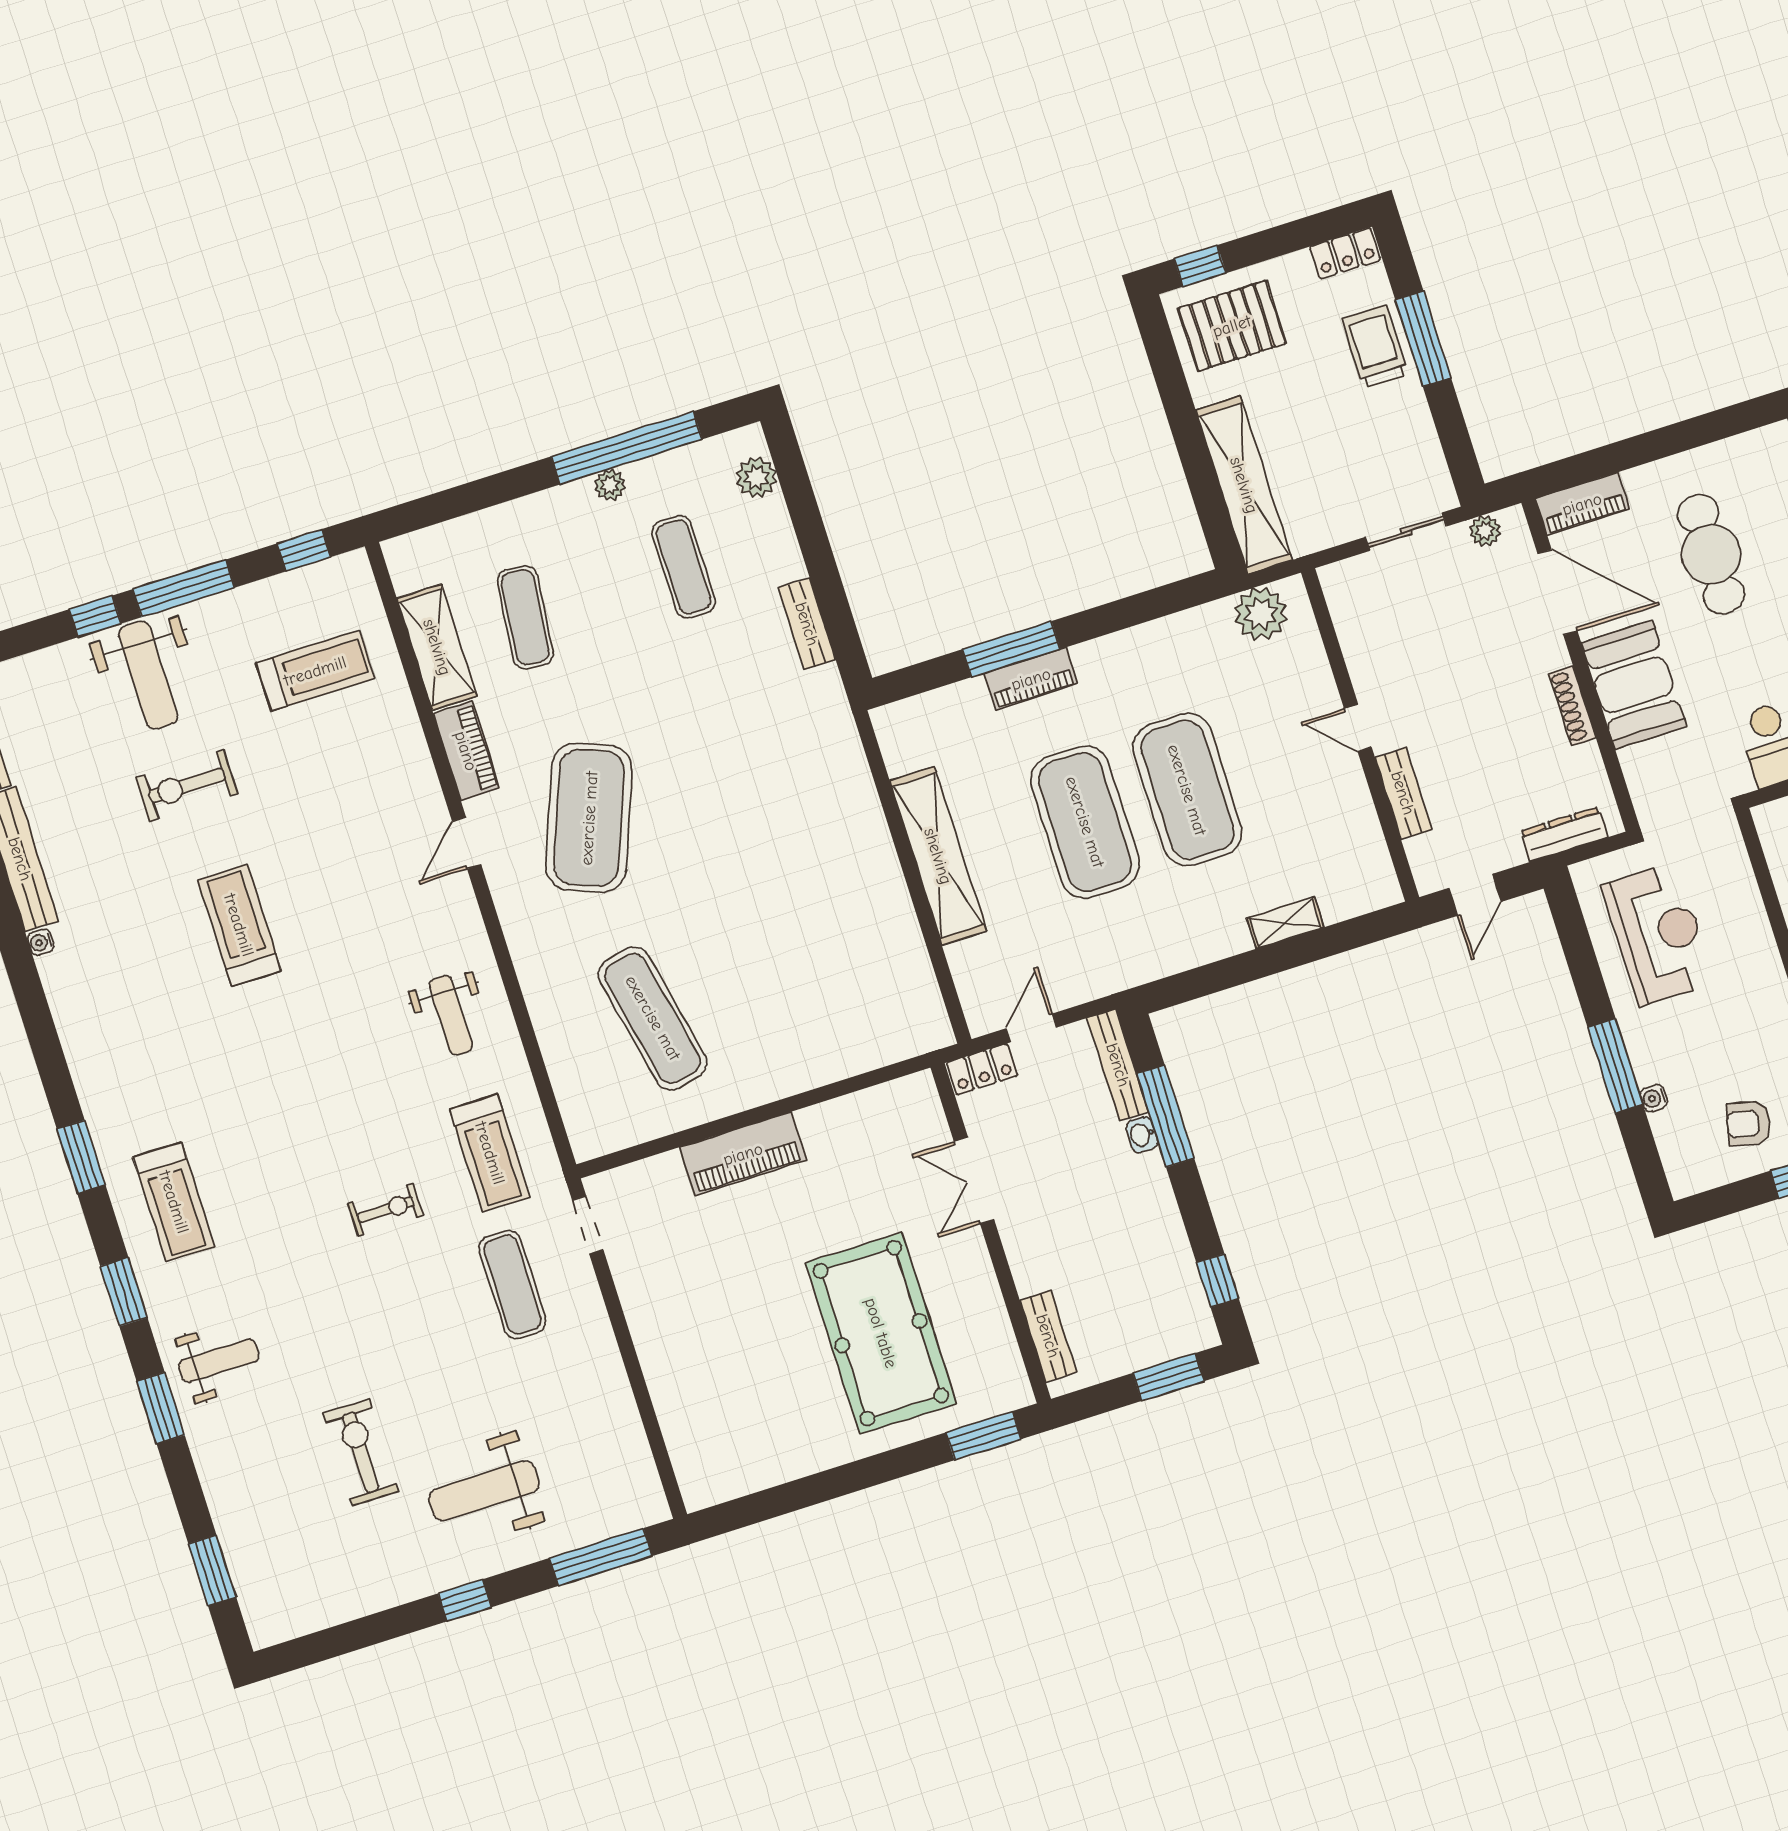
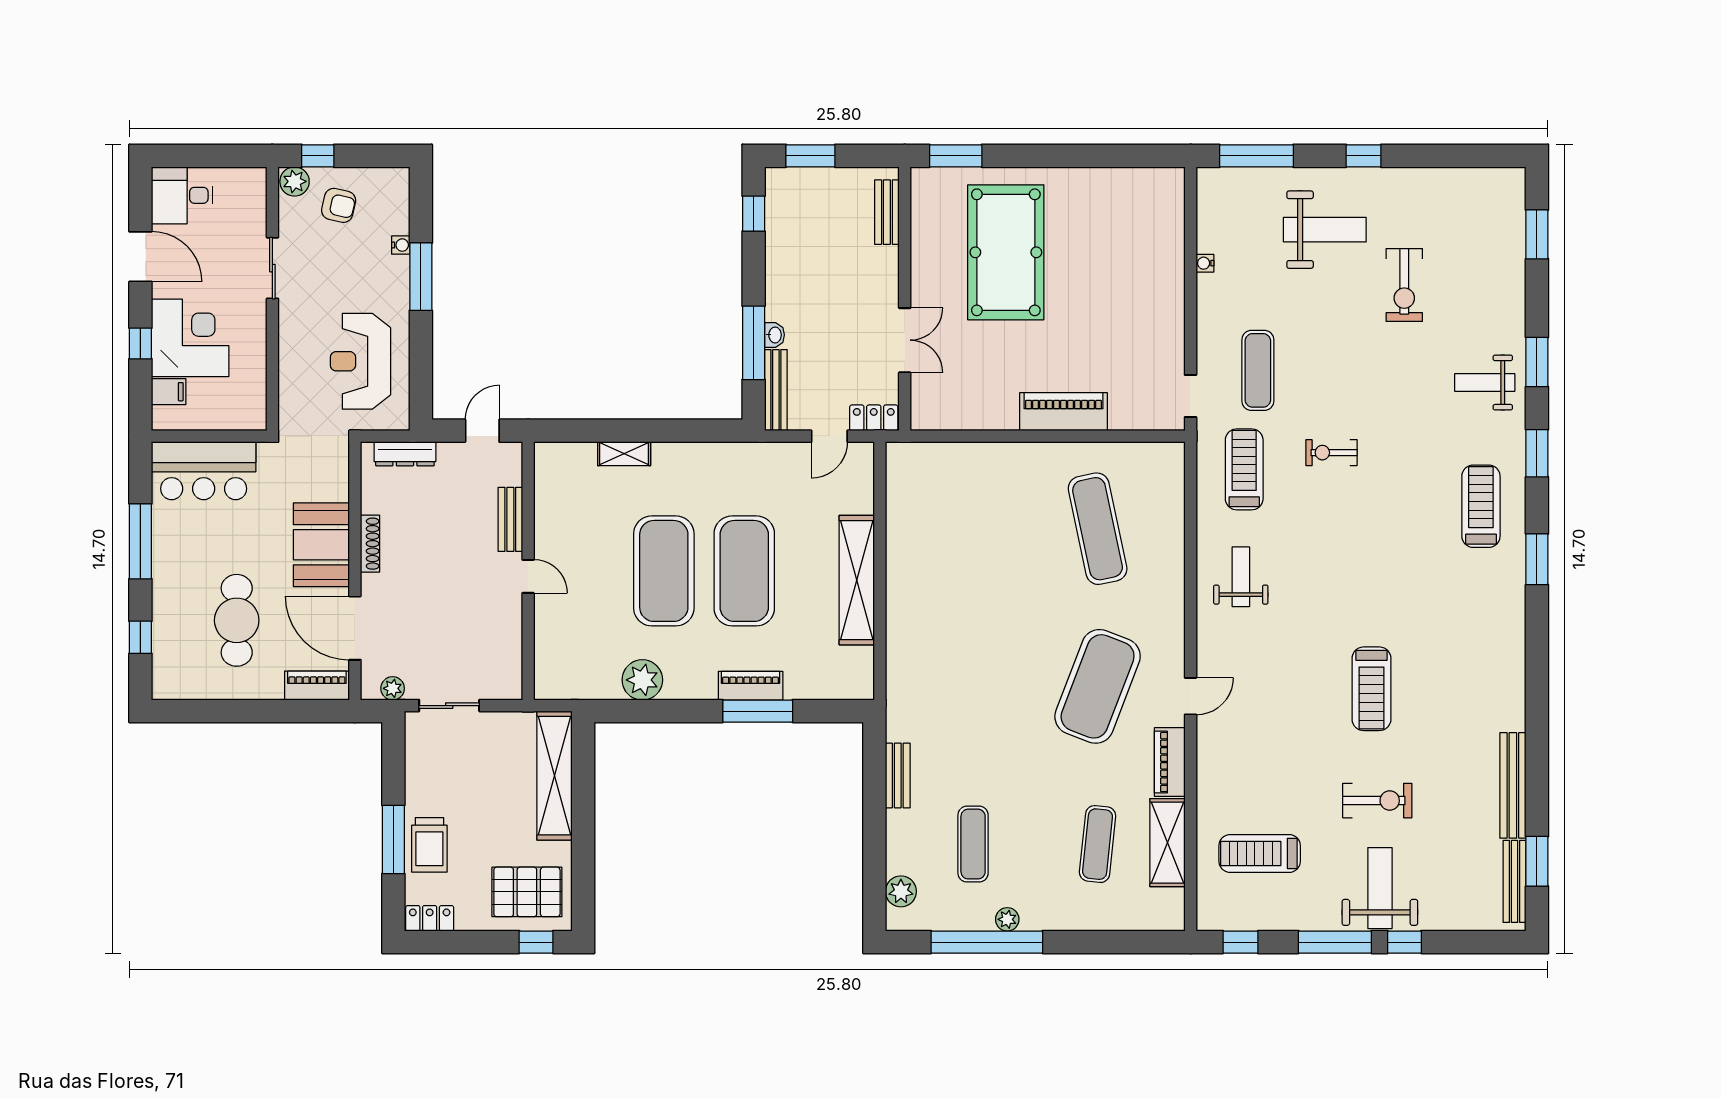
plant: (1261, 614) -> (642, 680), moved
water cooler: (41, 942) -> (1205, 263), moved, turned 180

